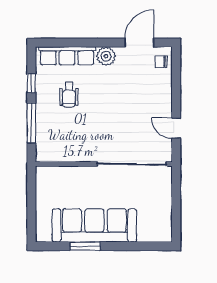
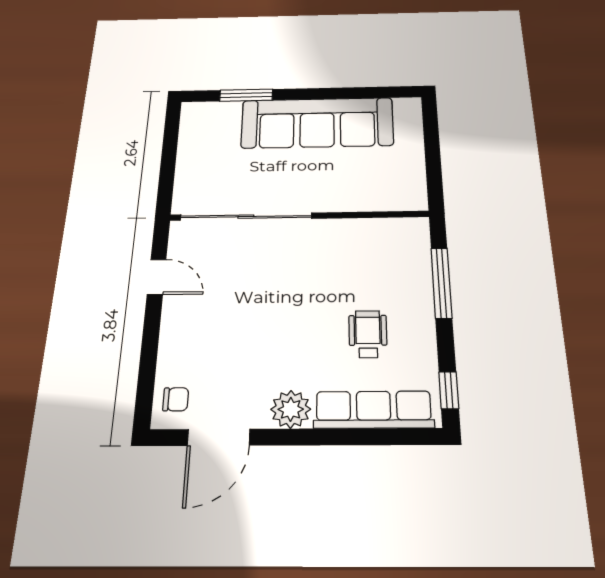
window: (31, 83) -> (449, 390), moved
window: (85, 246) -> (246, 95), moved

